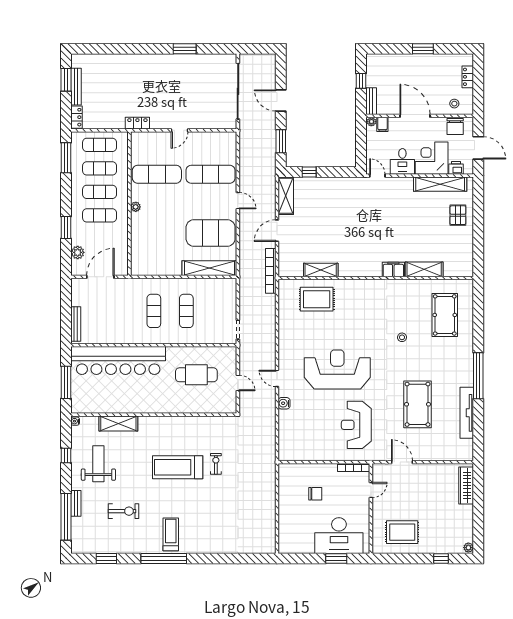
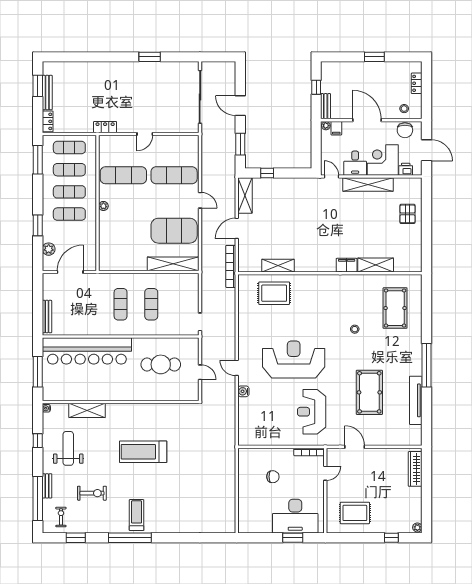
shelving: (440, 184) -> (368, 185), moved
exercise bike: (216, 464) -> (61, 517), moved

